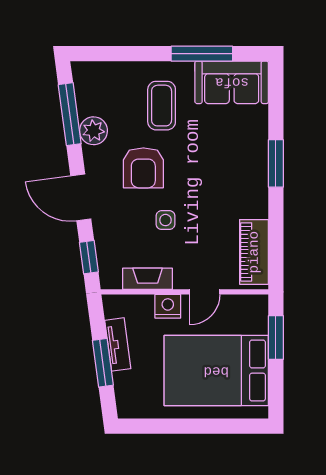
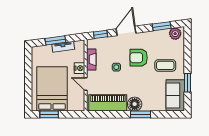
window: (202, 54) -> (188, 83), width x0.69
window: (70, 114) -> (162, 26), width x0.69
plant: (94, 131) -> (175, 34), moved
floor lamp: (252, 177) -> (135, 104), added
piano: (254, 252) -> (108, 103), width x1.37, depth x1.33
window: (276, 337) -> (49, 114), moved

